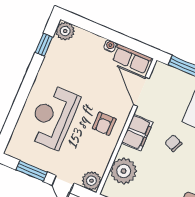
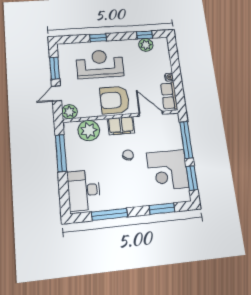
plant: (65, 31) -> (146, 45), moved
door: (141, 92) -> (151, 114), hinge flipped
window: (20, 102) -> (98, 38), added
armchair: (104, 124) -> (115, 100), width x1.88, depth x1.88

